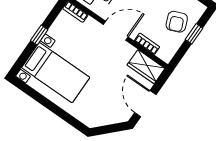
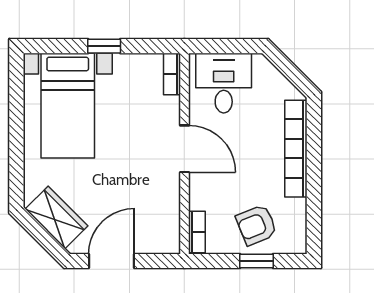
bookcase: (147, 44) -> (197, 232), moved
wardrobe: (146, 67) -> (56, 218), moved, turned 135

